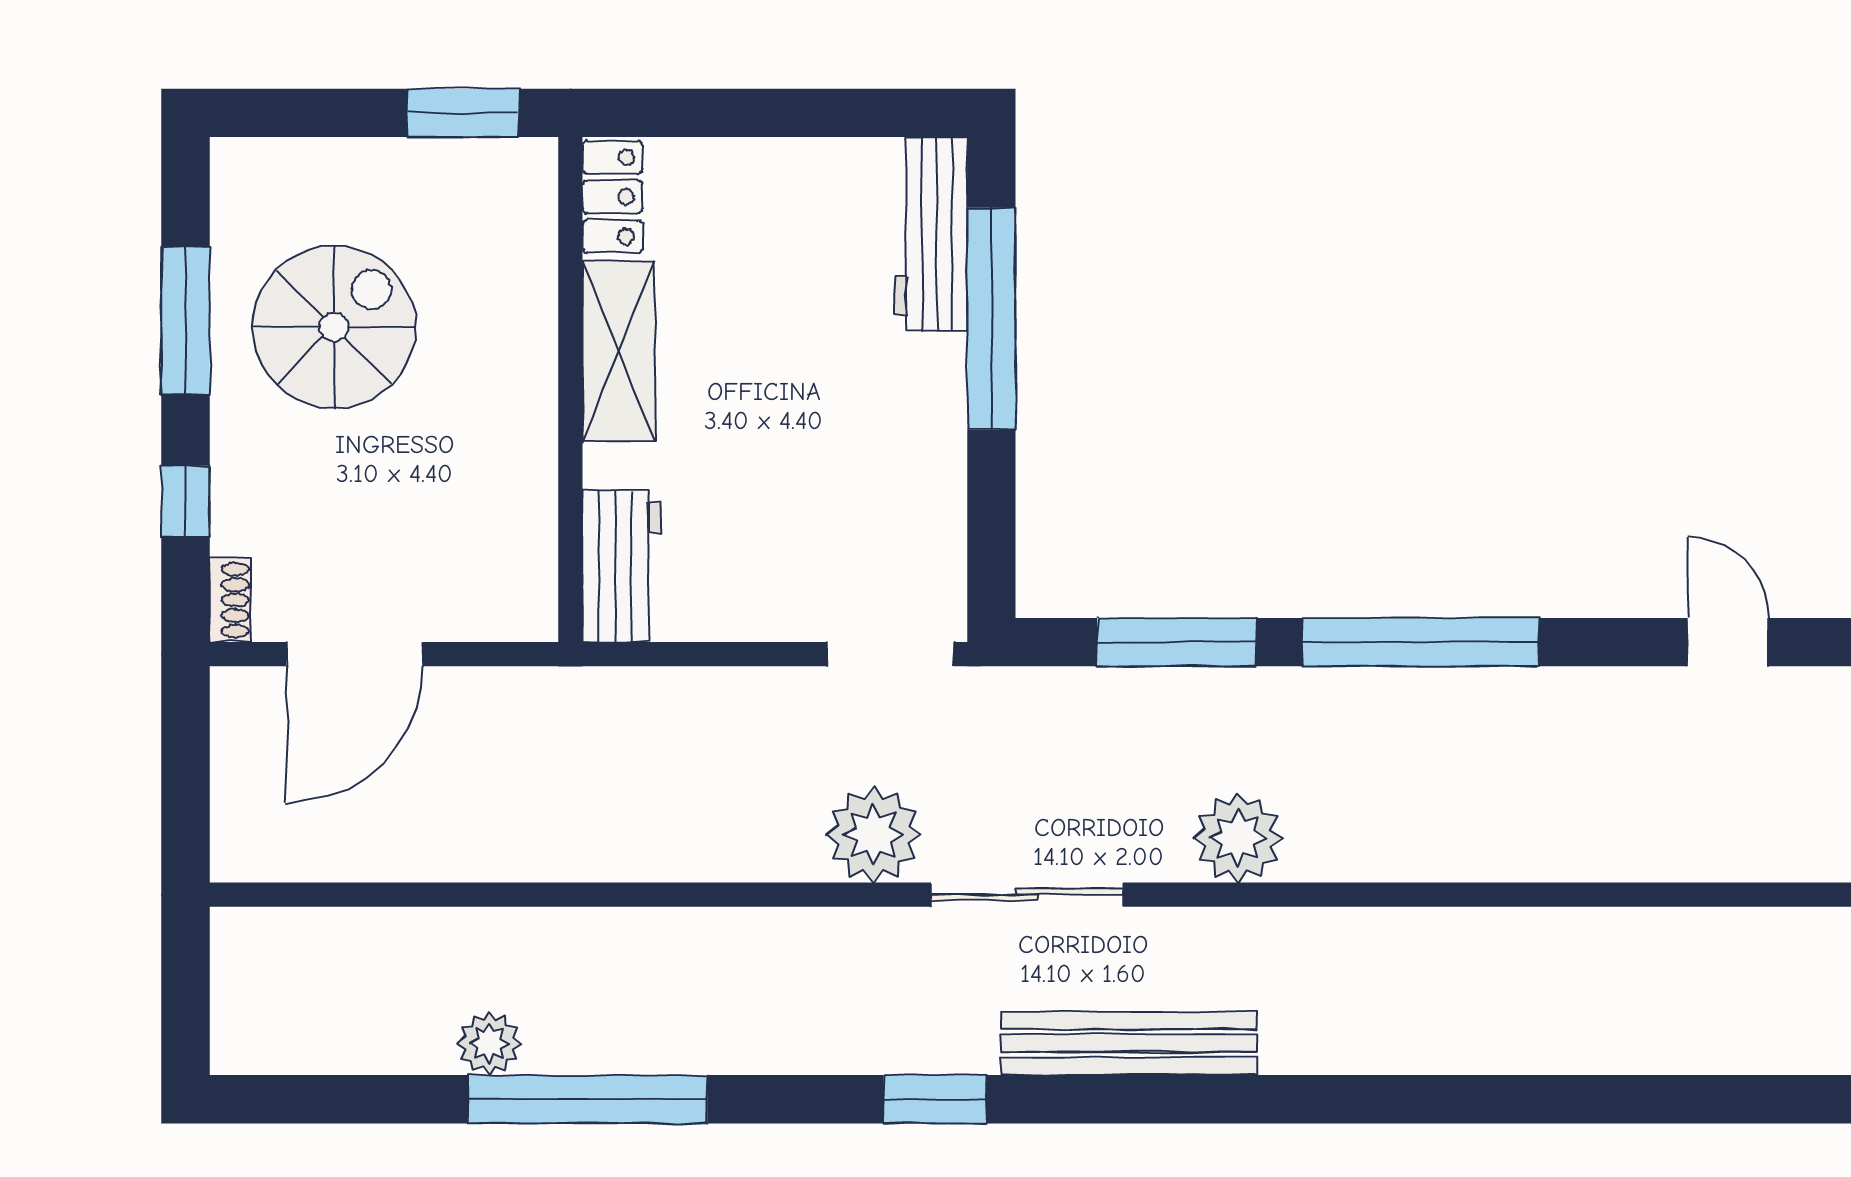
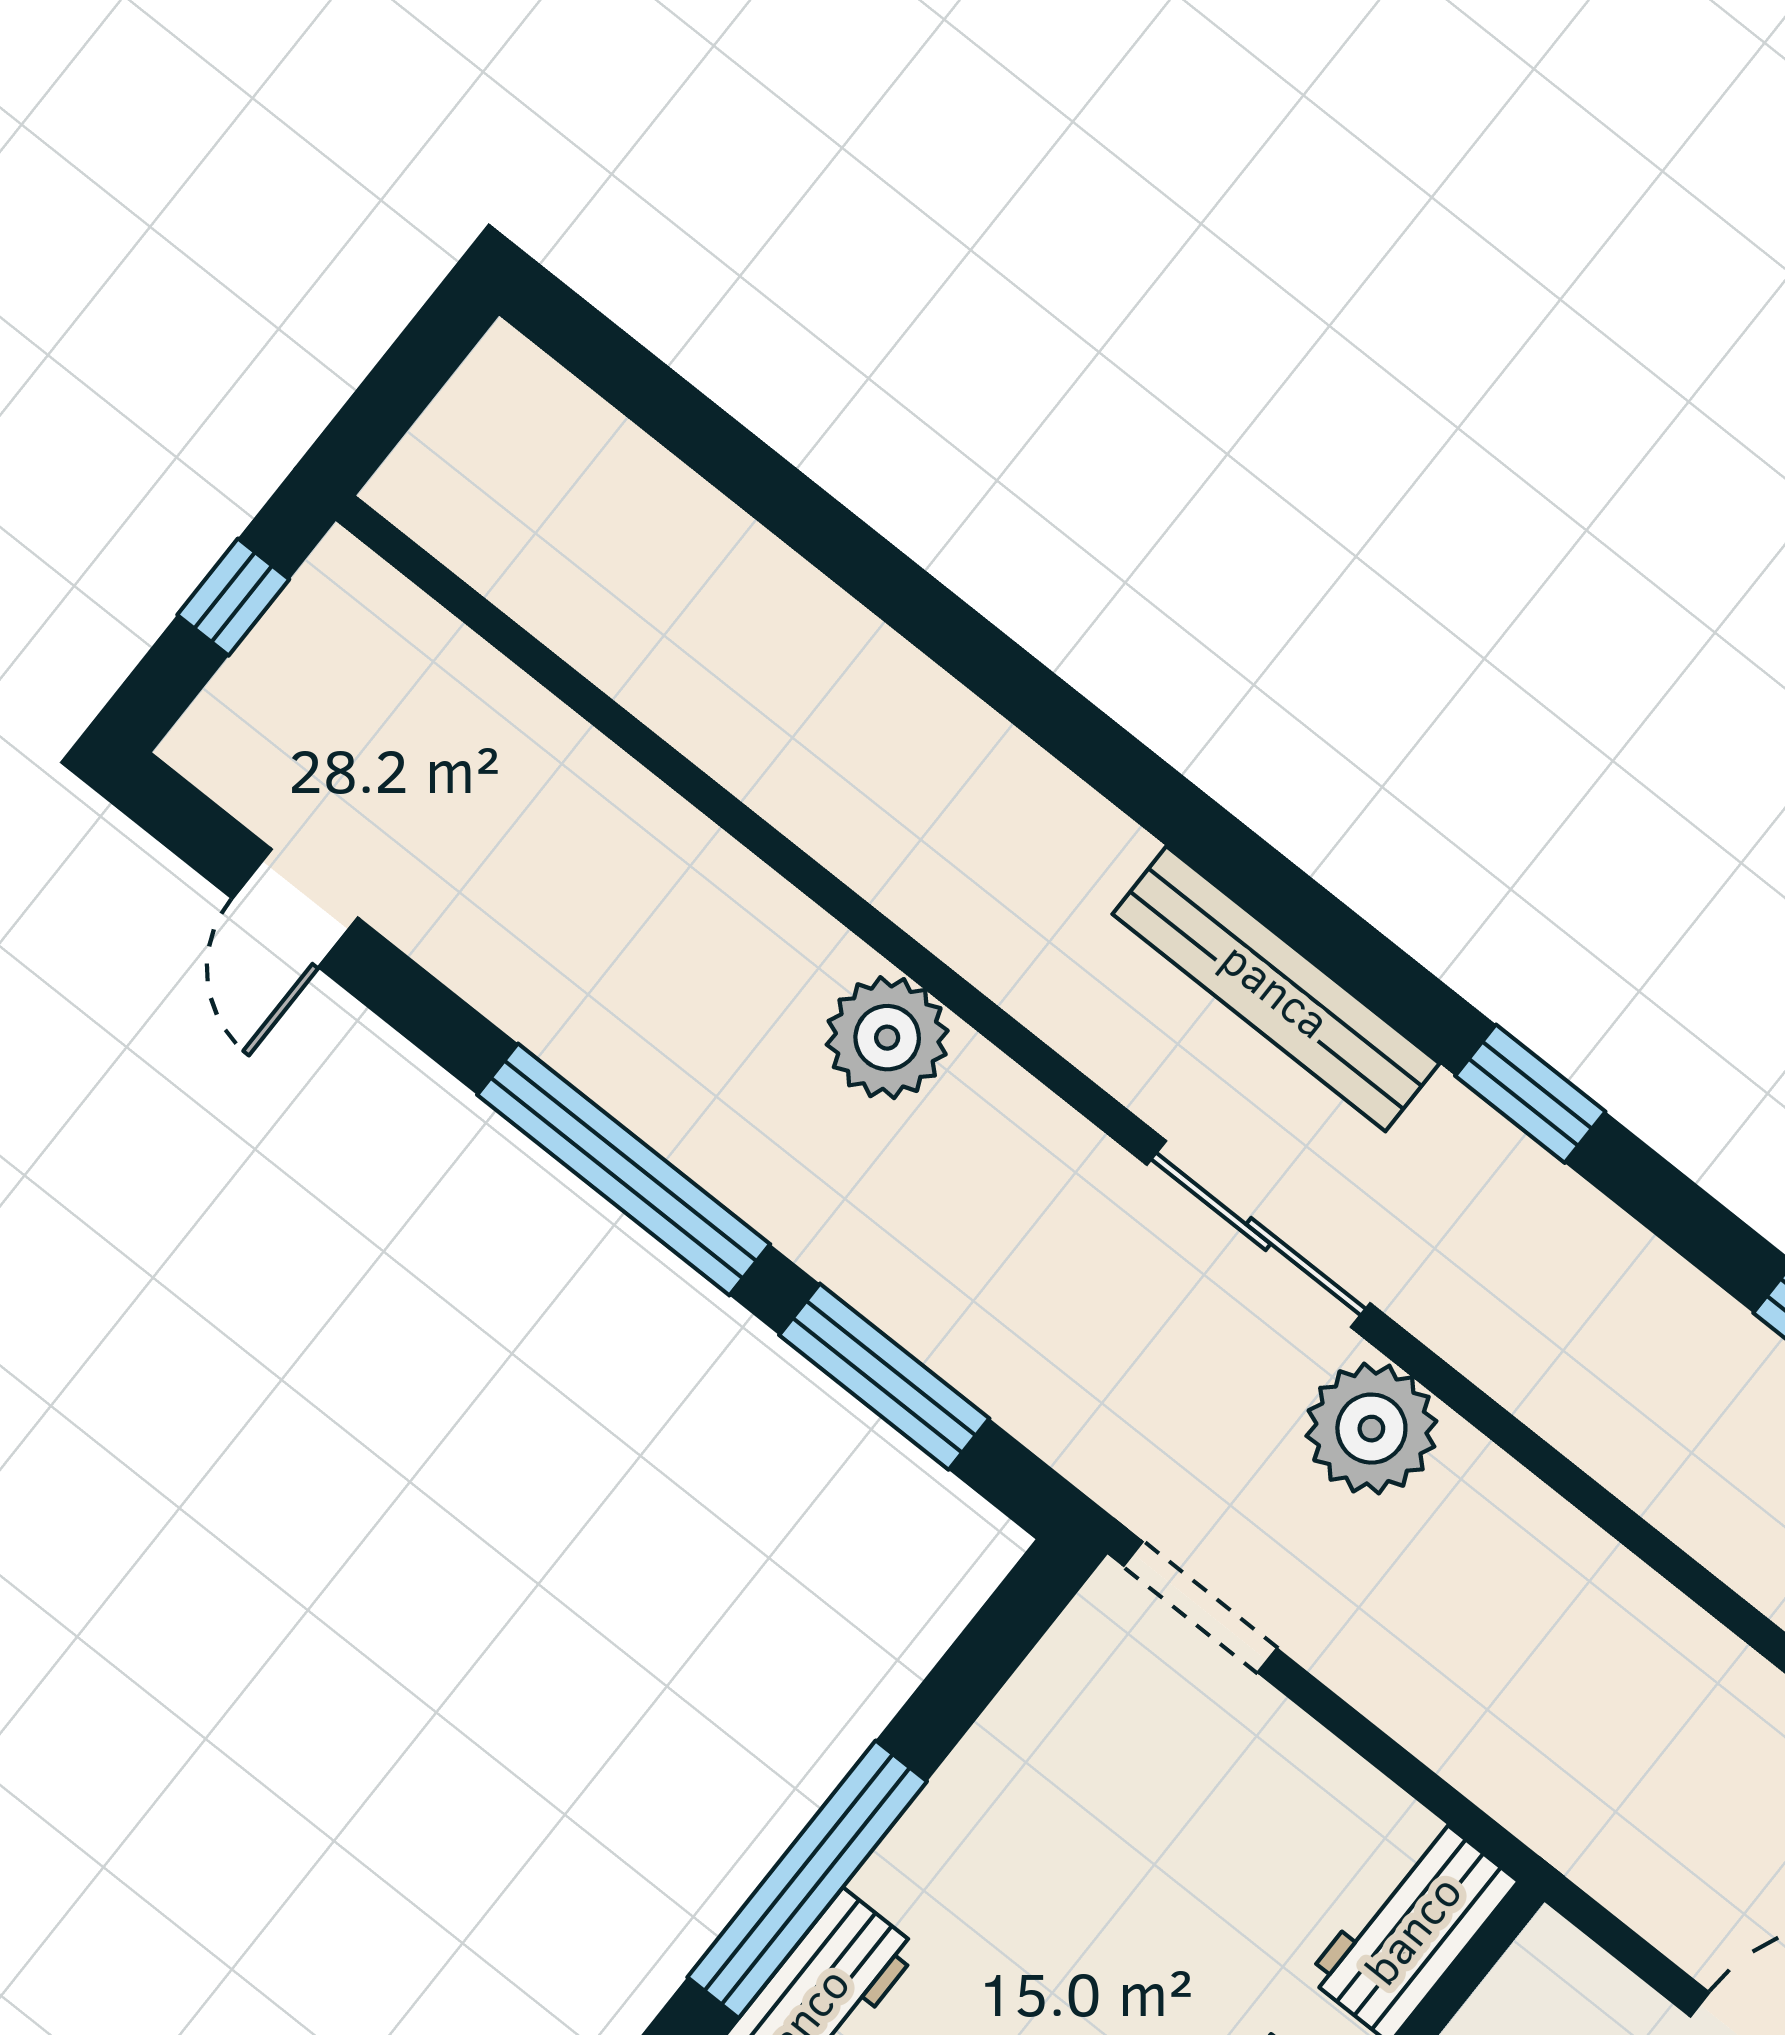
plant: (1238, 838) -> (887, 1038), moved

